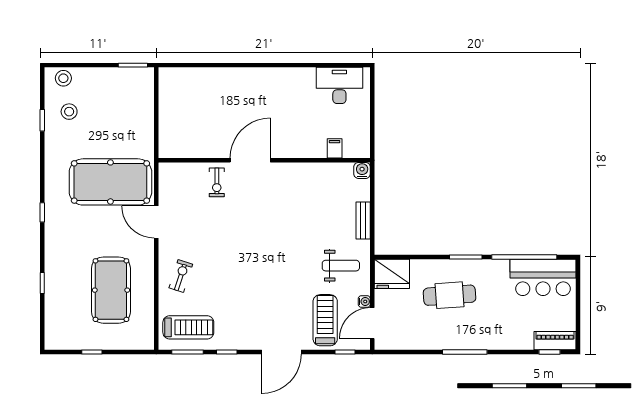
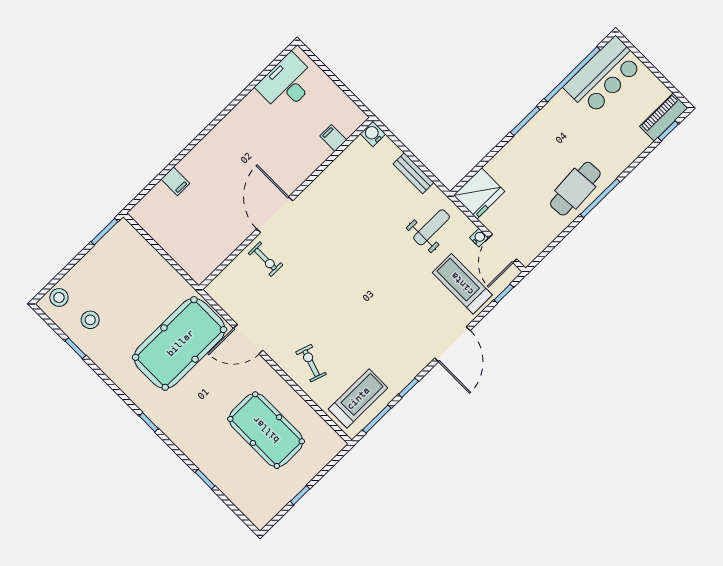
filing cabinet: (209, 78) -> (175, 181), added
cafe table: (450, 295) -> (575, 189), moved

